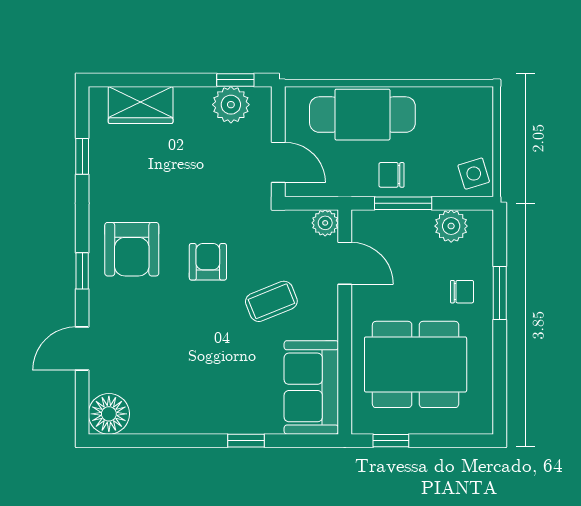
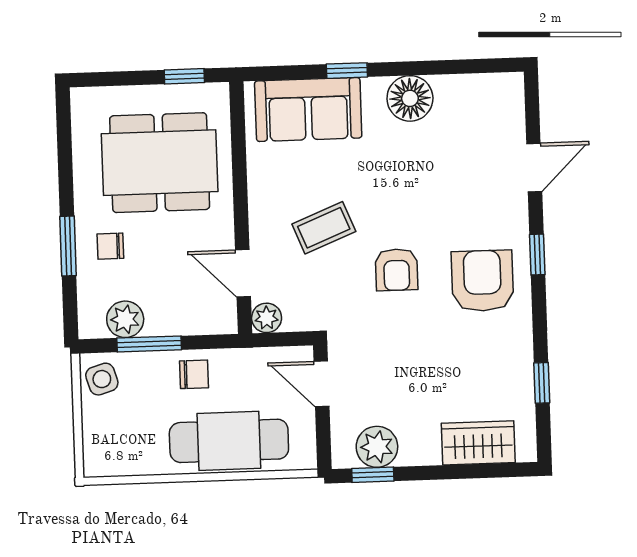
window: (403, 203) -> (149, 344), moved
sofa: (311, 387) -> (308, 109), moved, turned 90
floor lamp: (109, 414) -> (410, 98), moved

